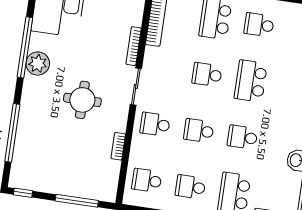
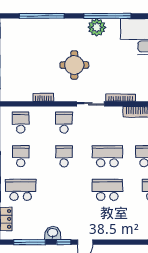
school desk: (207, 75) -> (107, 156), width x1.85
school desk: (242, 137) -> (64, 190), removed

